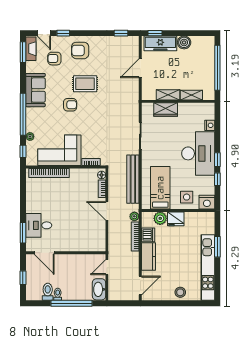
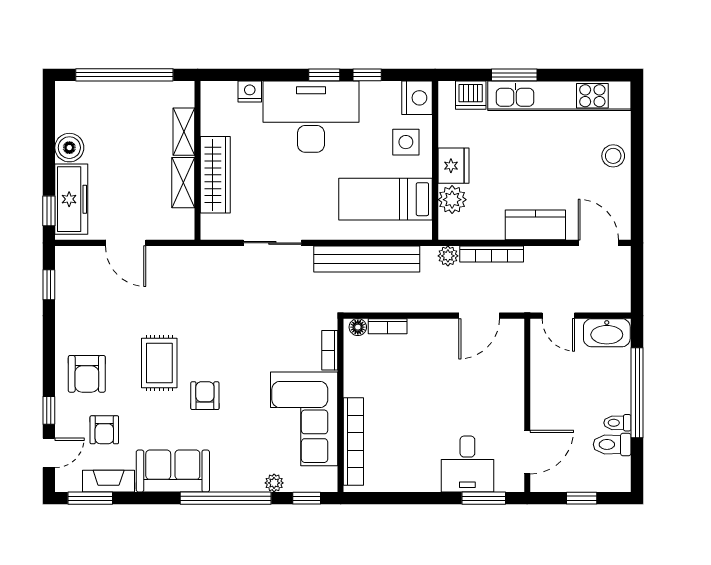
fireplace: (31, 49) -> (109, 481), moved
wardrobe: (166, 110) -> (215, 175), width x1.50
door: (107, 211) -> (479, 316), moved
dishwasher: (148, 235) -> (471, 95), moved, turned 180

